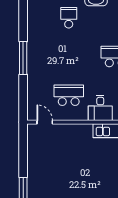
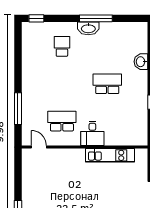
window: (23, 58) -> (18, 109), moved

